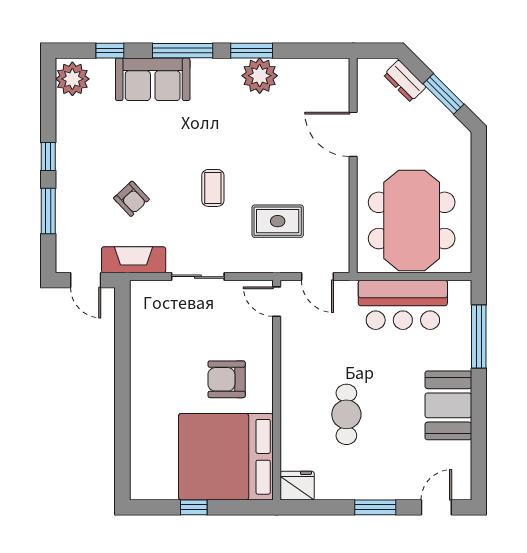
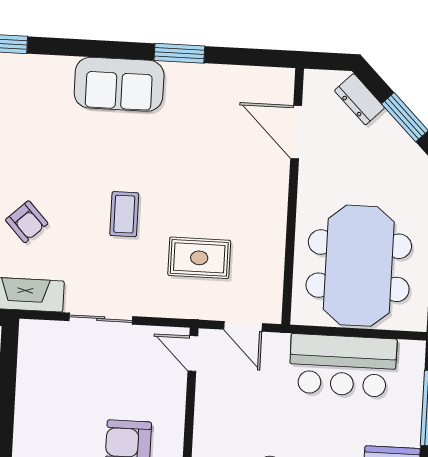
window: (183, 51) -> (97, 49), removed
plant: (260, 76) -> (187, 84), removed
sofa: (153, 79) -> (119, 84), moved
door: (353, 134) -> (296, 132), moved

